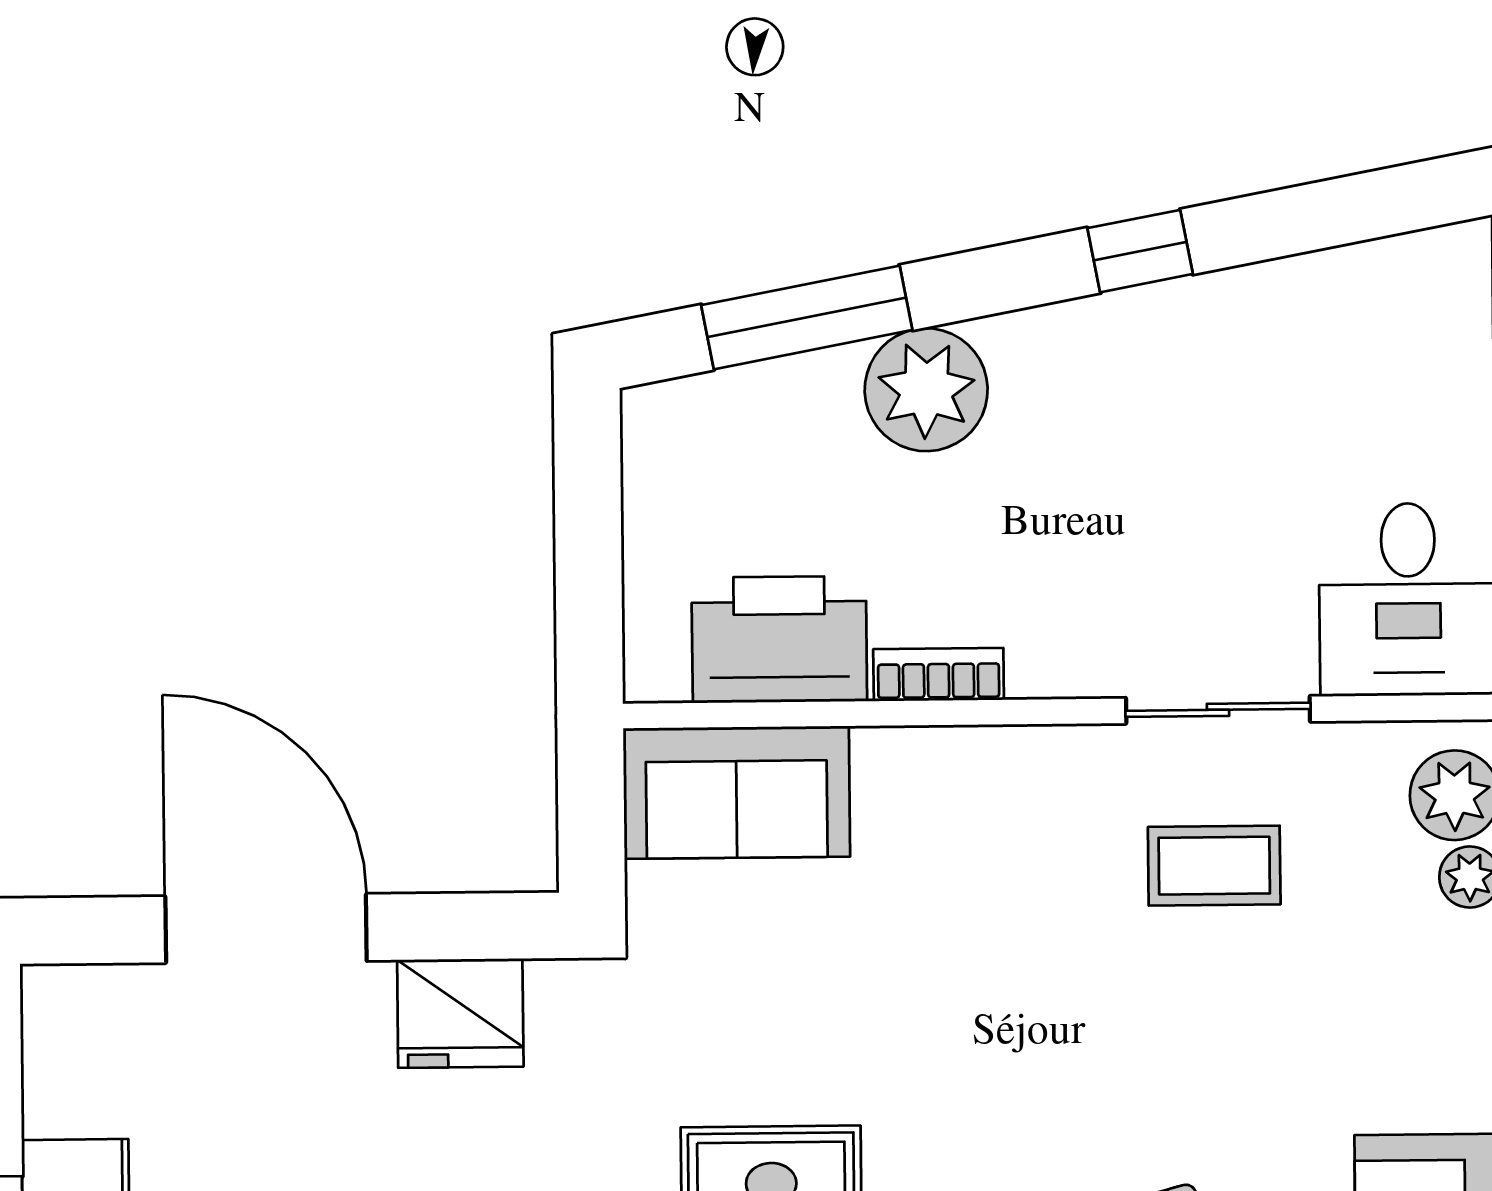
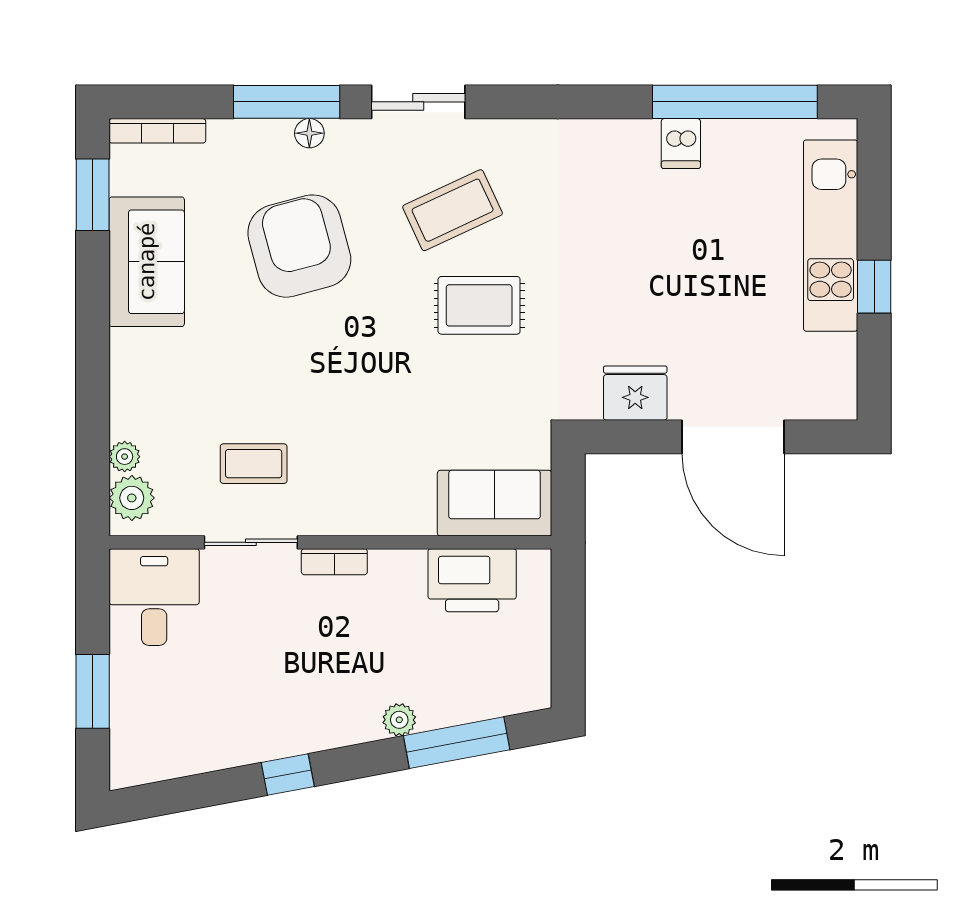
plant: (926, 390) -> (399, 720), width x0.53, depth x0.53
bookcase: (939, 674) -> (334, 562), moved

